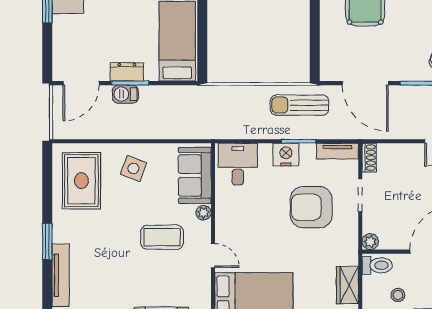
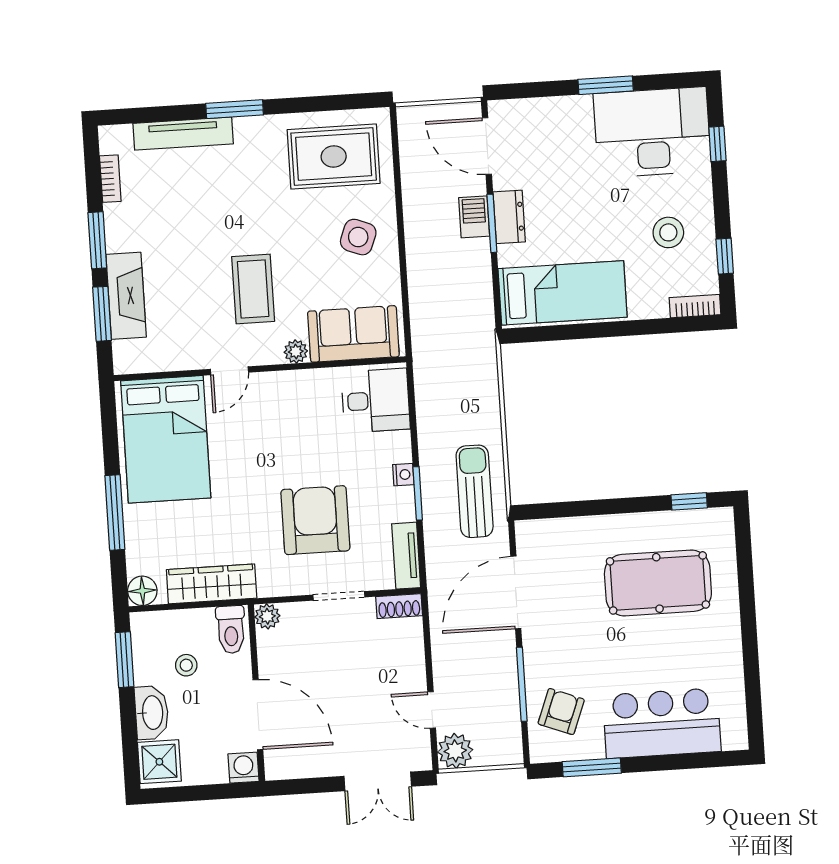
nightstand: (286, 155) -> (403, 475), width x0.53, depth x0.56
wardrobe: (347, 285) -> (212, 584), width x1.50

